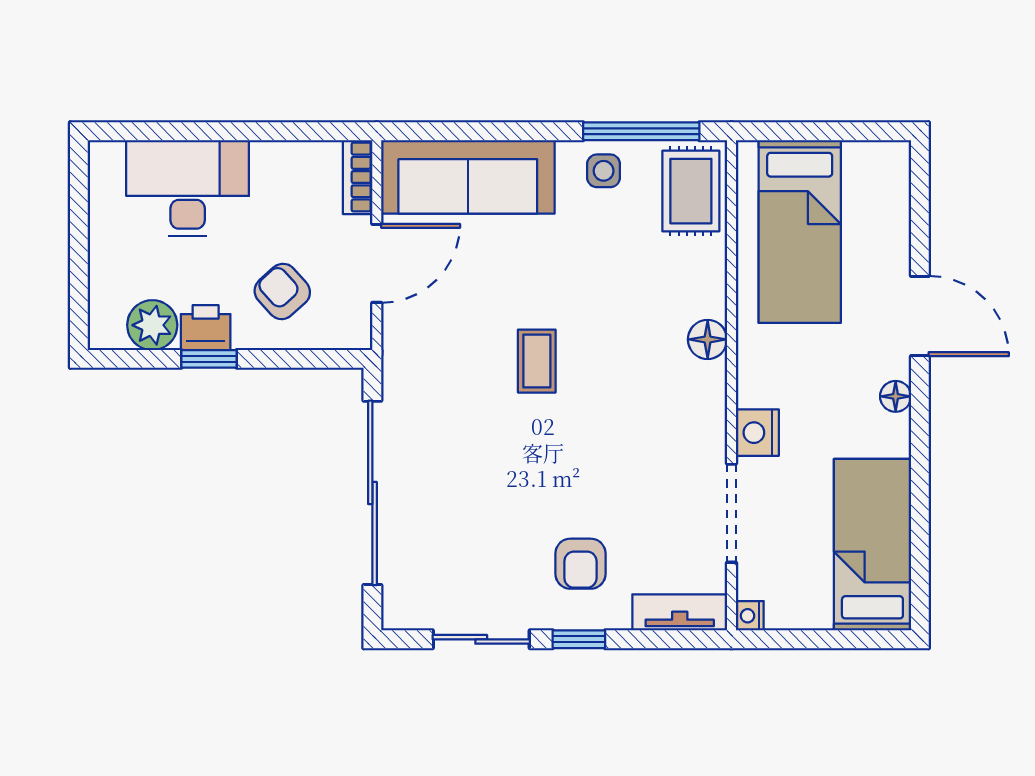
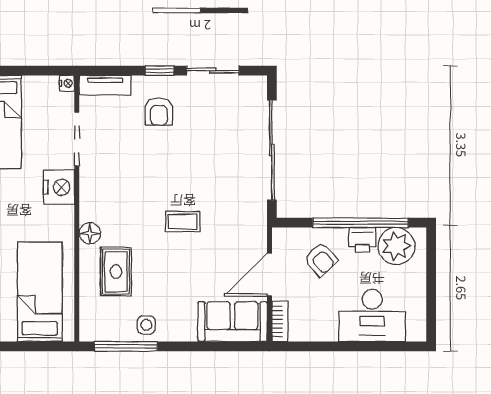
sofa: (468, 177) -> (232, 322), width x0.73
rug: (691, 191) -> (116, 272), moved
plant: (152, 325) -> (396, 246), width x1.36, depth x1.36
window: (209, 359) -> (361, 223), width x3.17
coffee table: (537, 361) -> (183, 222), turned 90
nightstand: (757, 433) -> (59, 187), width x1.36, depth x1.33
armchair: (580, 564) -> (159, 112), turned 180

